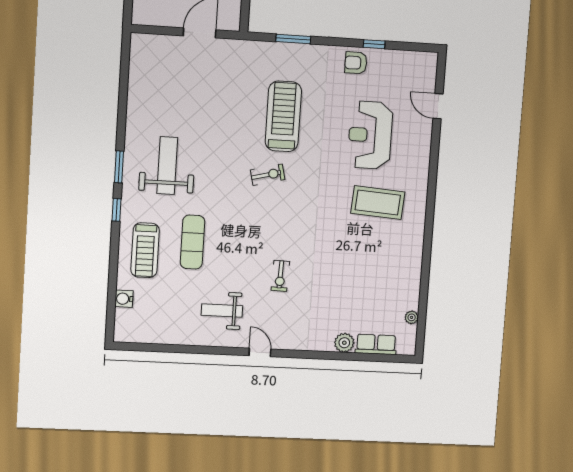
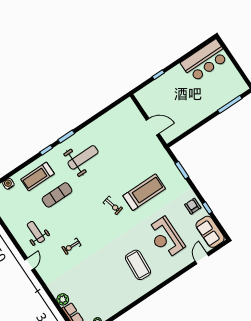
sofa: (410, 66) -> (210, 232), added
reception desk: (370, 135) -> (166, 238), turned -90

